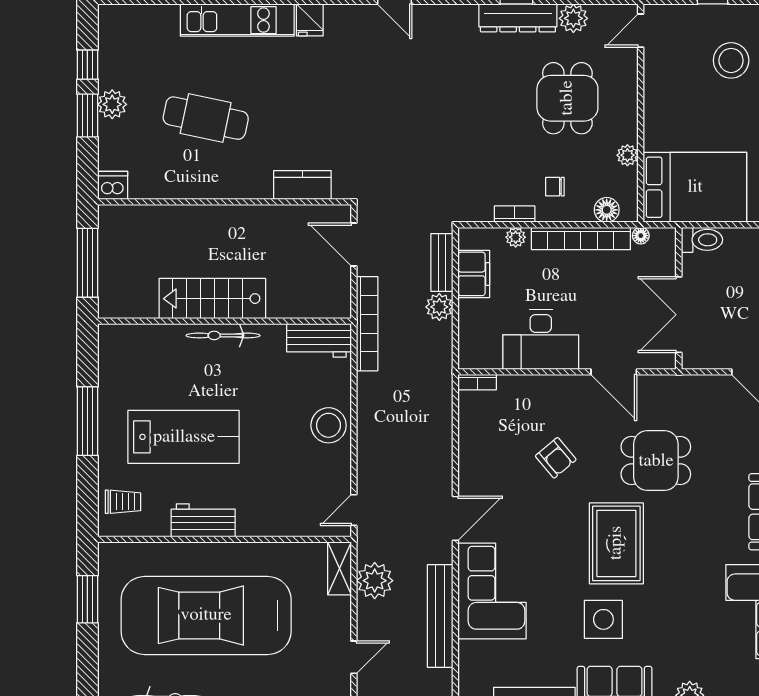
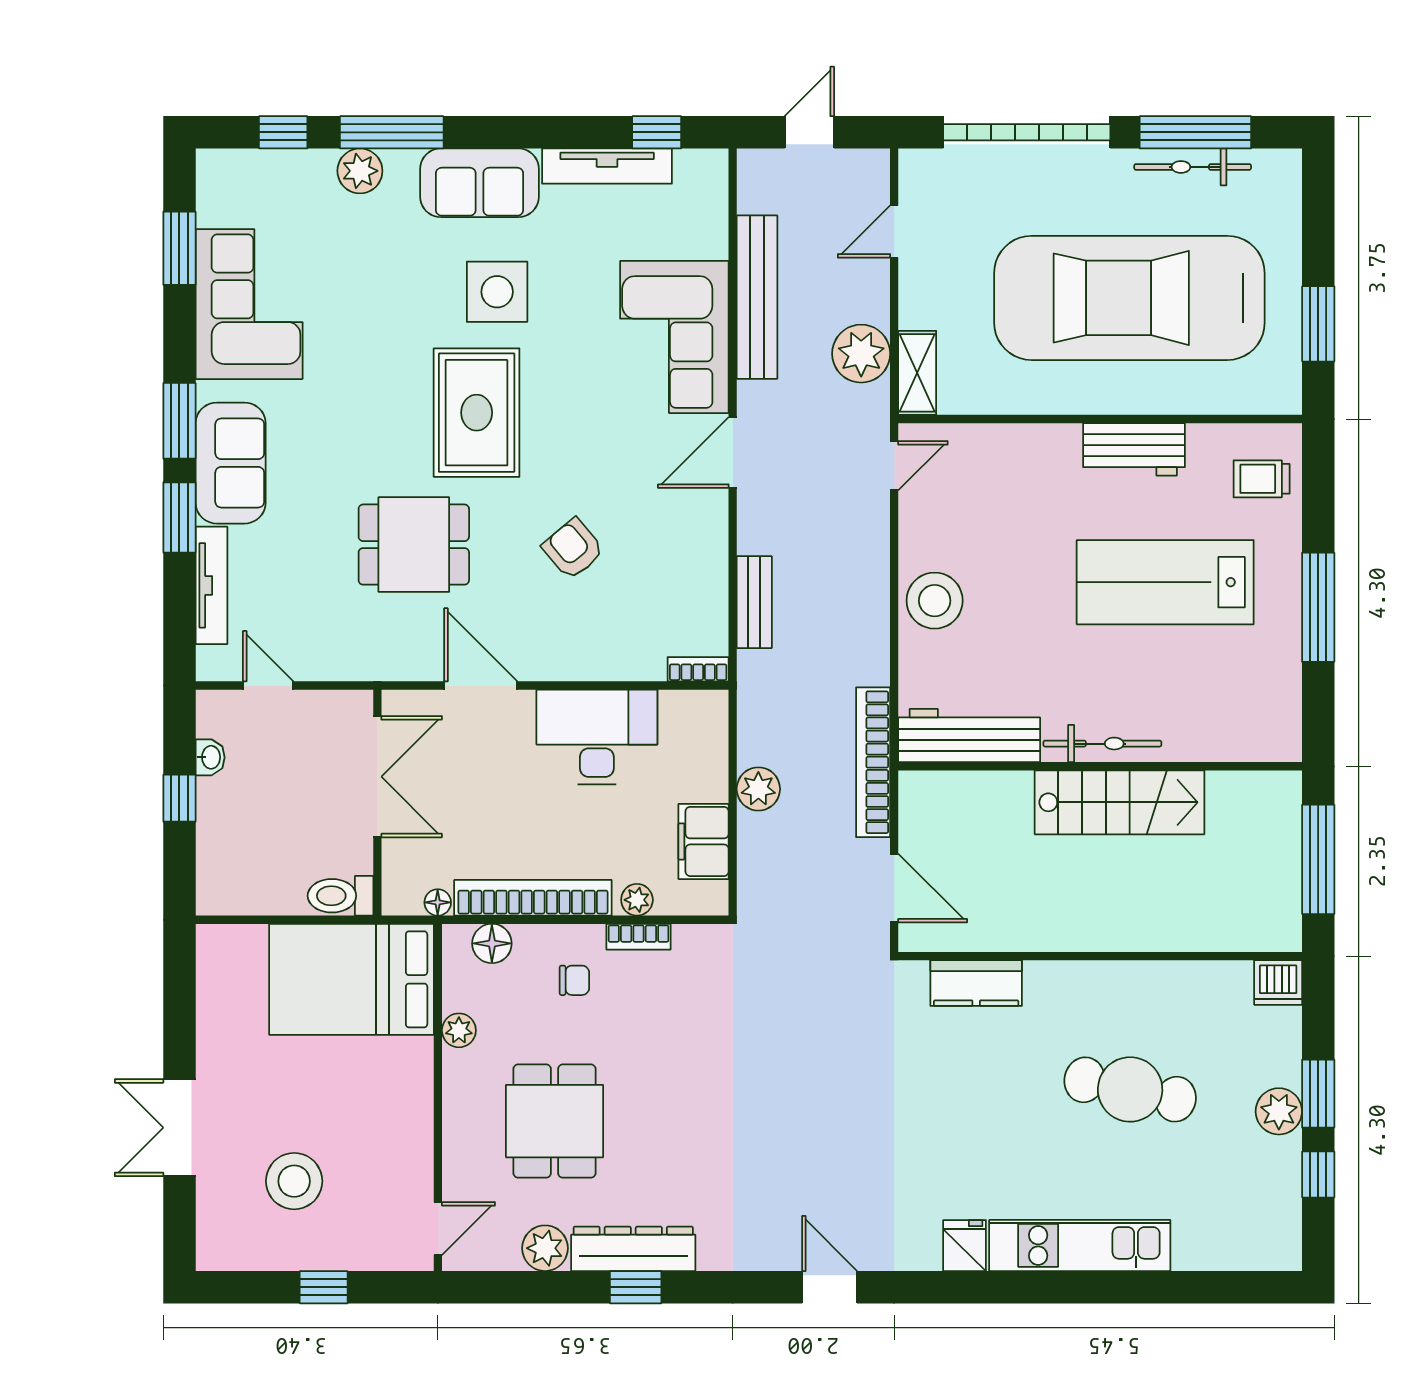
bench: (442, 262) -> (754, 602), moved
workbench: (319, 340) -> (969, 736), width x1.37
car: (206, 615) -> (1129, 298), turned 180

